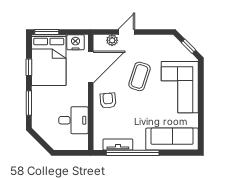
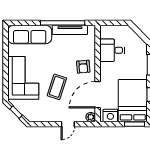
plant: (112, 40) -> (91, 117), moved
tv unit: (118, 145) -> (70, 30), width x1.41

